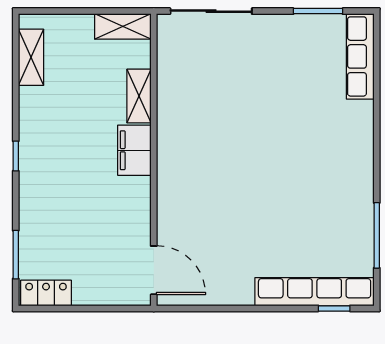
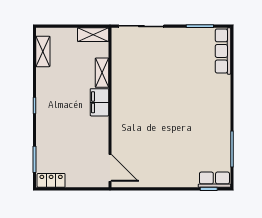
row of seats: (315, 292) -> (214, 180), width x0.50

